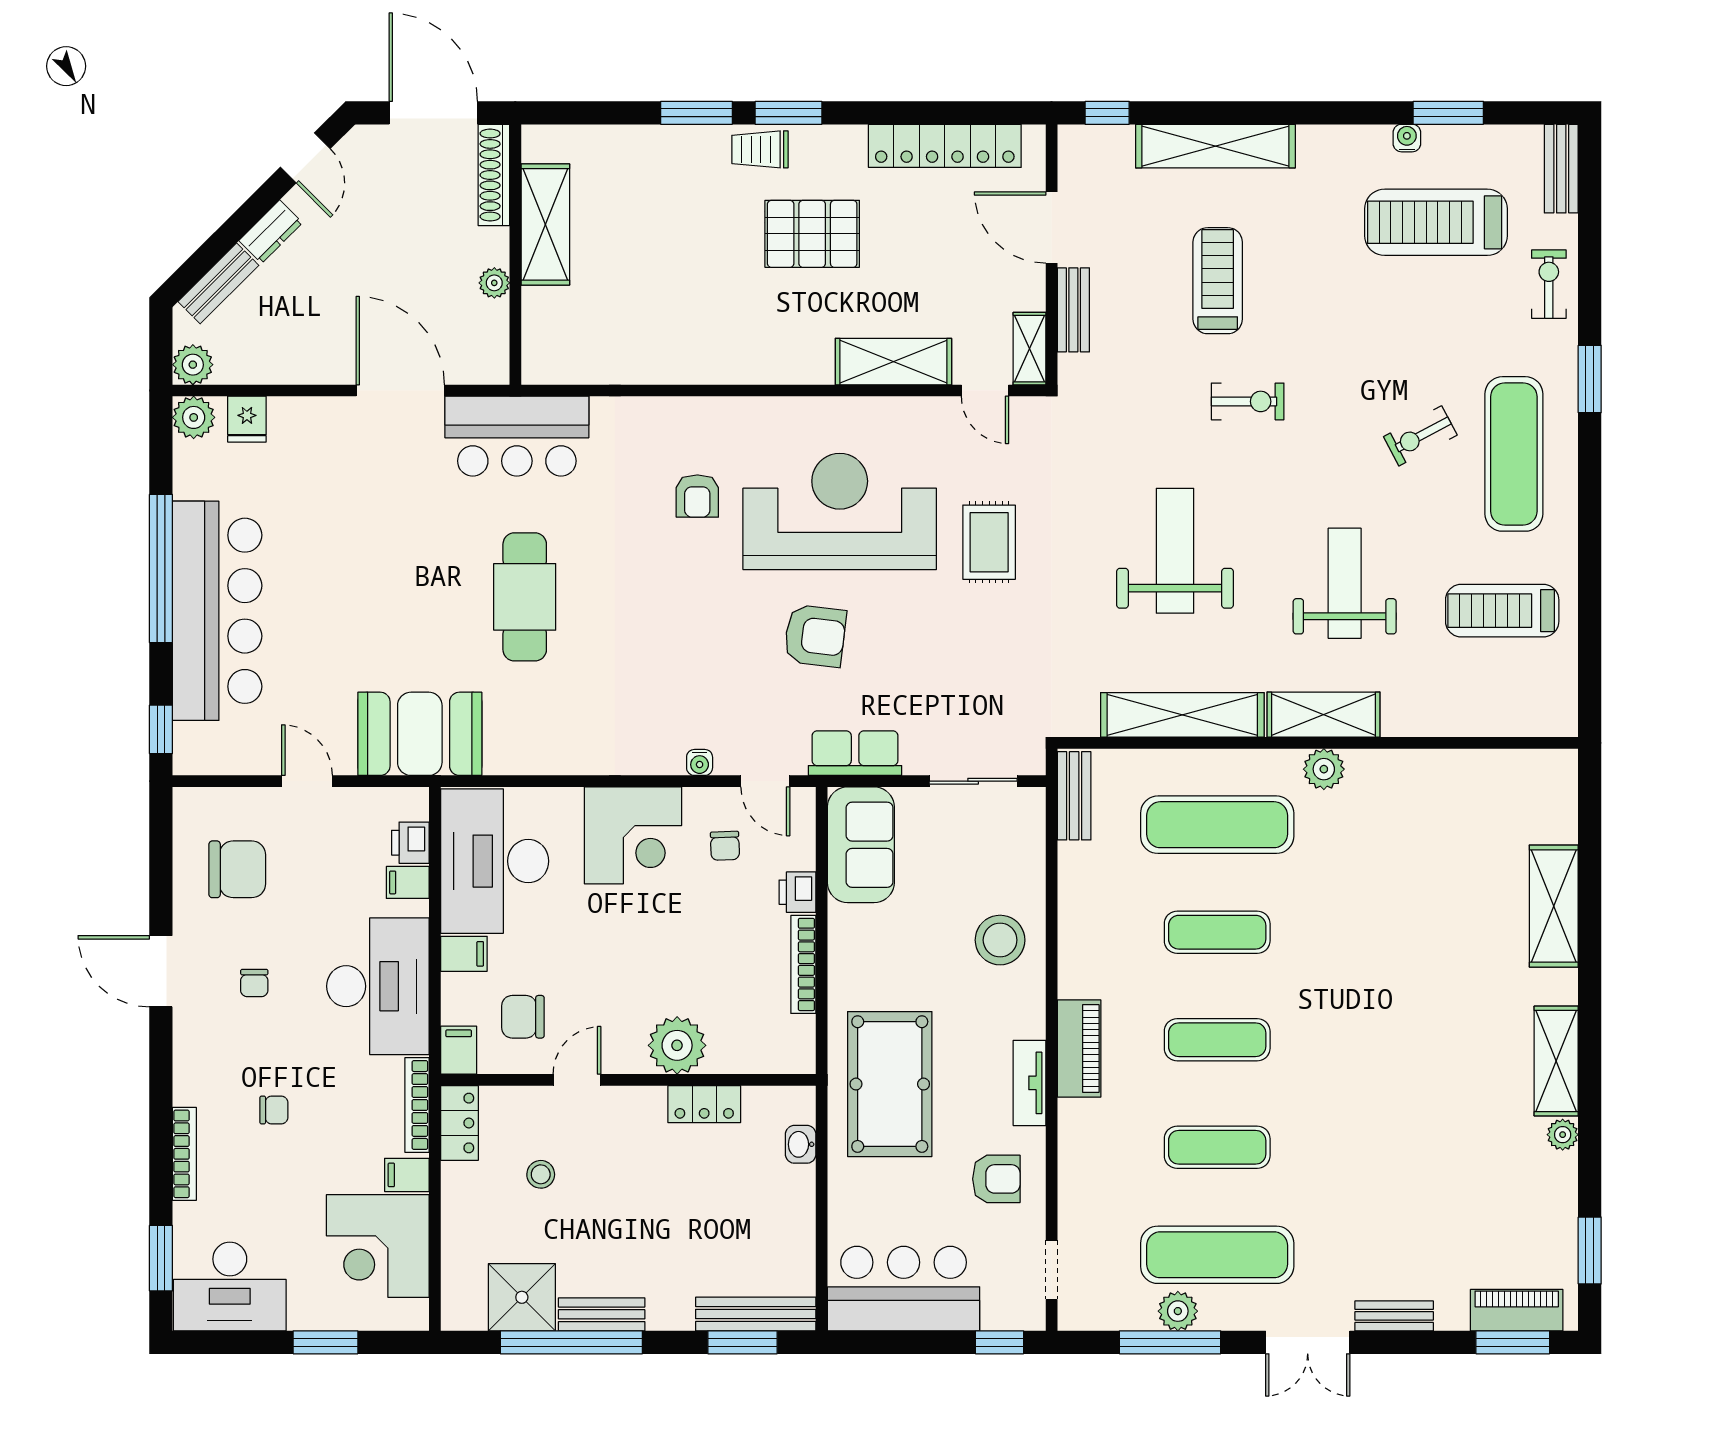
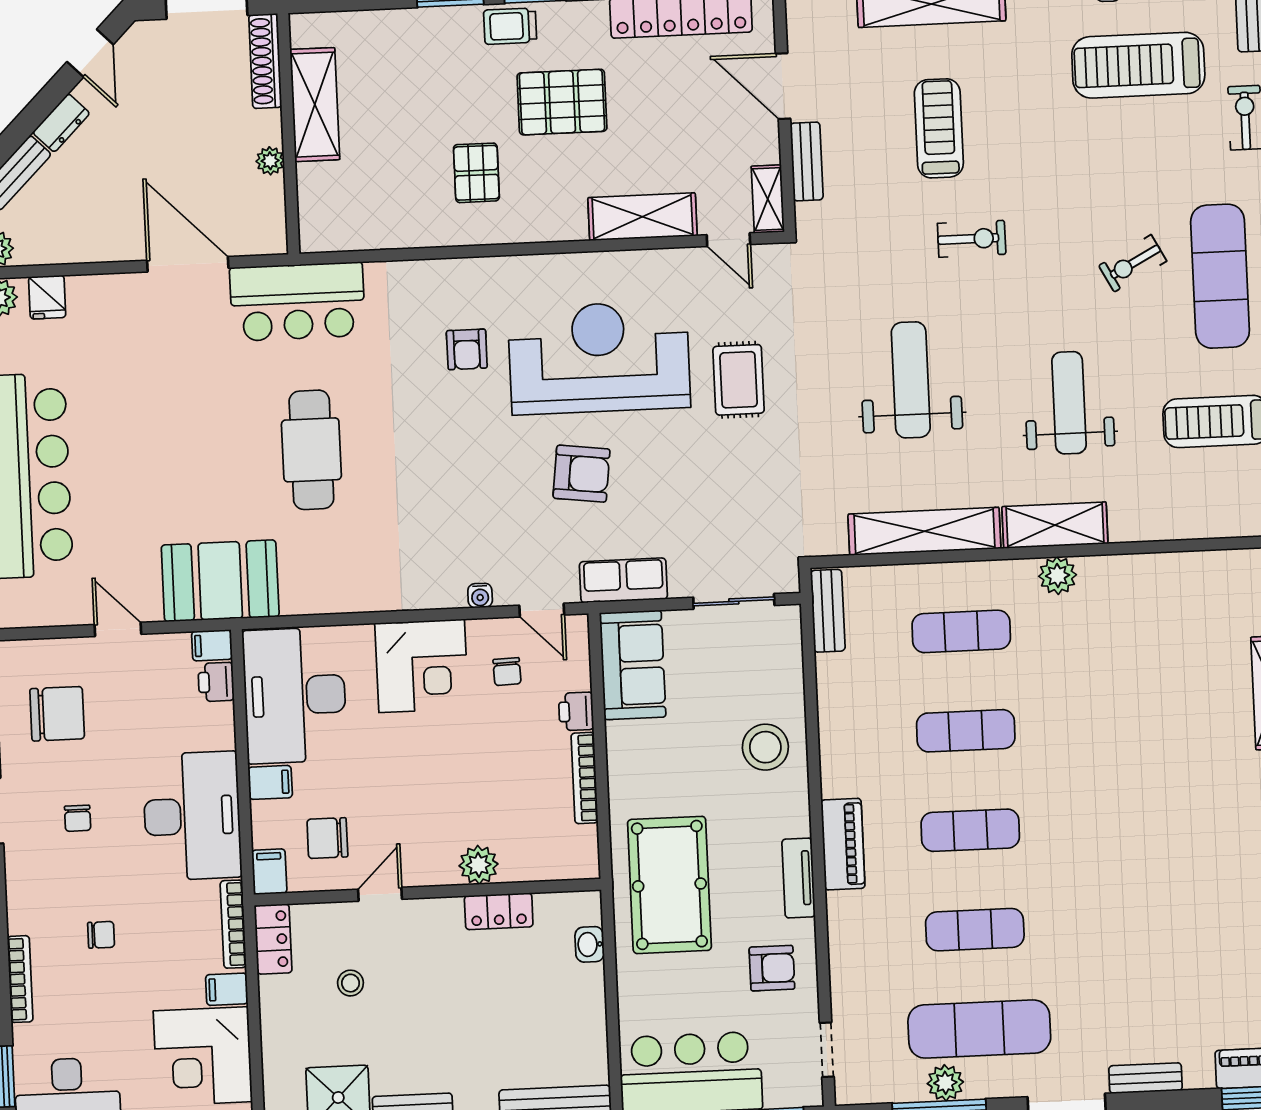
pallet: (716, 306) -> (476, 173), added
exercise mat: (1217, 825) -> (961, 631), width x0.73, depth x0.69
filing cabinet: (408, 882) -> (212, 645), moved
plant: (677, 1045) -> (479, 865), width x0.73, depth x0.73

